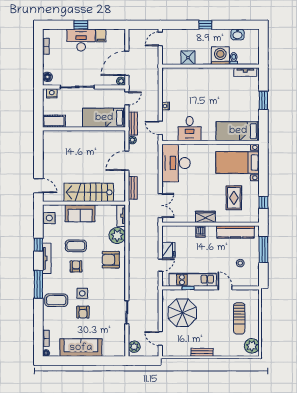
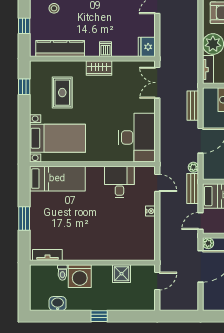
door: (160, 39) -> (157, 281), moved
window: (263, 249) -> (24, 26), width x0.46
fridge: (168, 250) -> (147, 47), moved

